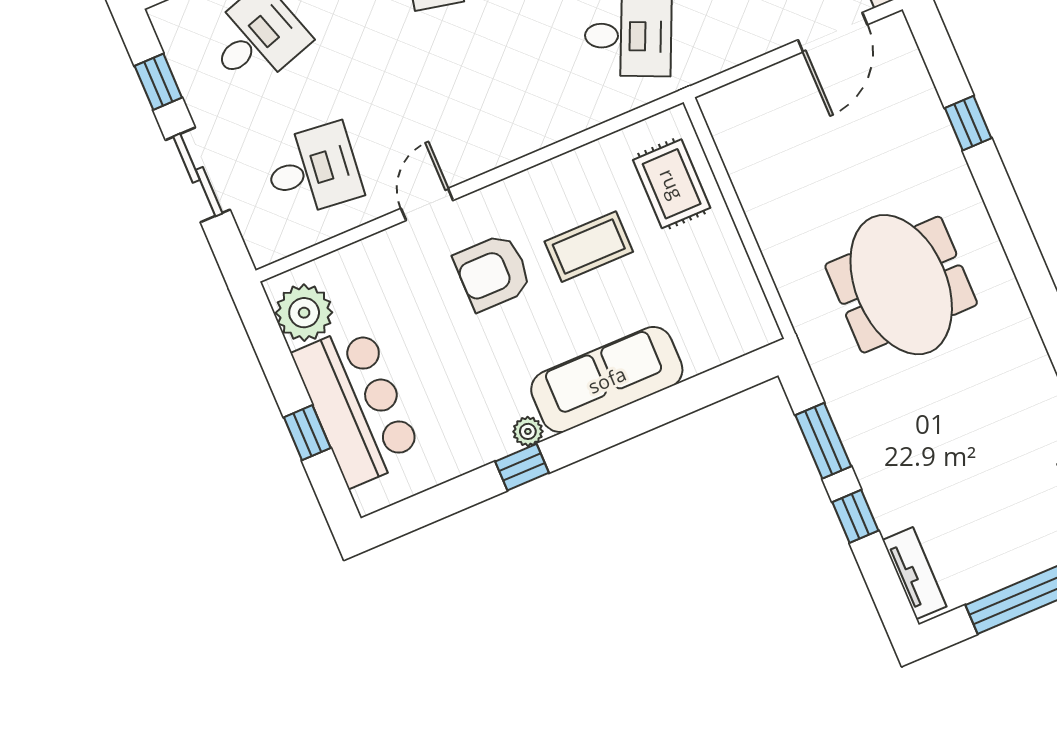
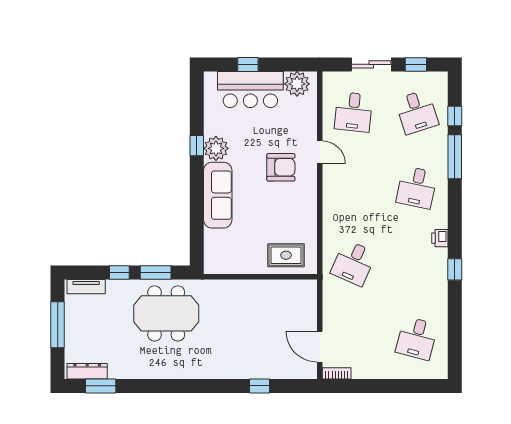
coffee table: (589, 247) -> (275, 211), removed
armchair: (493, 272) -> (281, 167), turned 90
meeting table: (901, 285) -> (166, 313), moved
plant: (528, 431) -> (216, 148), width x1.88, depth x1.88

